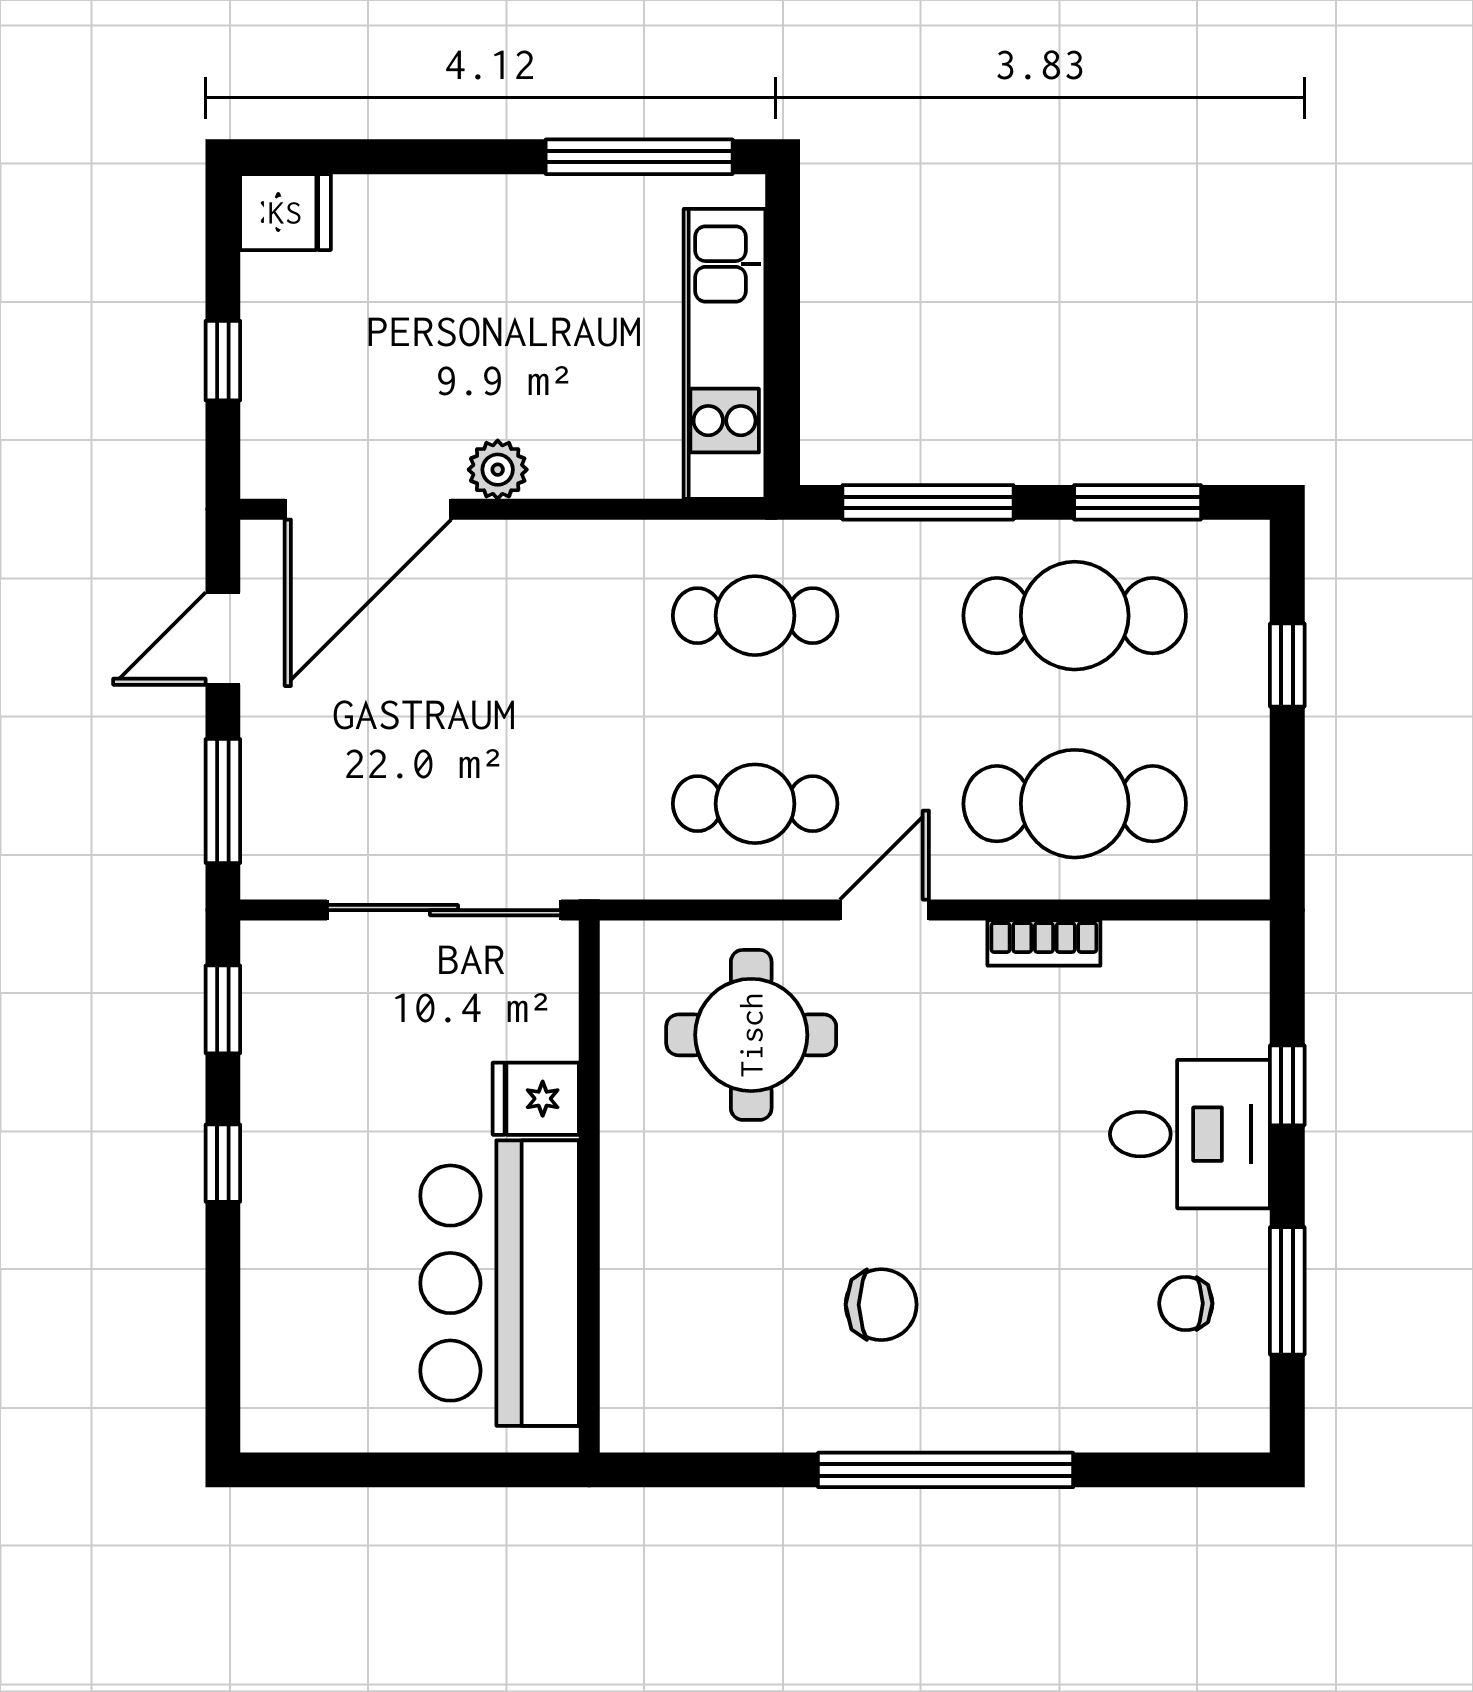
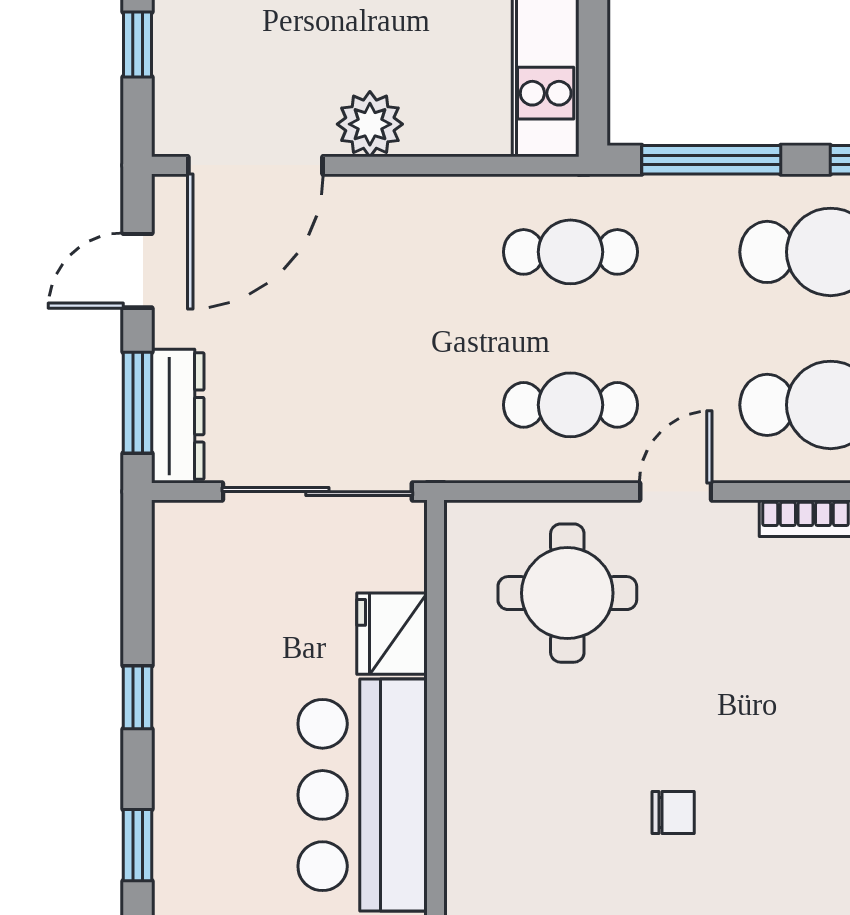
plant: (498, 470) -> (370, 124), width x1.38, depth x1.38
dresser: (272, 817) -> (178, 416), added
window: (223, 1009) -> (137, 845), moved
fridge: (536, 1099) -> (392, 634), width x1.38
chair: (881, 1305) -> (673, 813), width x0.73, depth x0.73

